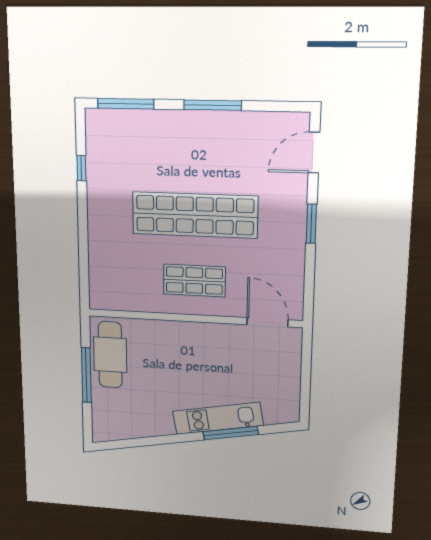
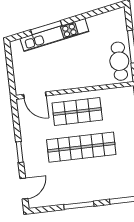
shop shelf: (194, 281) -> (77, 112), width x1.43, depth x1.36
kitchen unit: (218, 418) -> (54, 35), width x1.36

